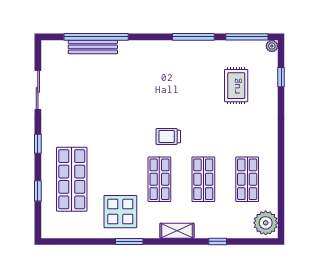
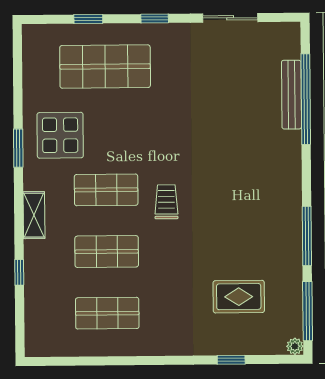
window: (281, 77) -> (231, 360), moved
plant: (266, 223) -> (46, 340), removed

